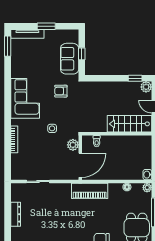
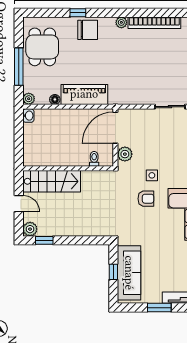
sofa: (70, 59) -> (129, 273), width x1.36
armchair: (61, 91) -> (146, 199), moved
piano: (90, 191) -> (84, 94), moved

